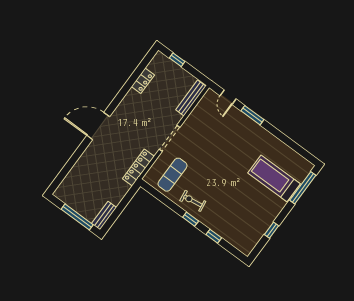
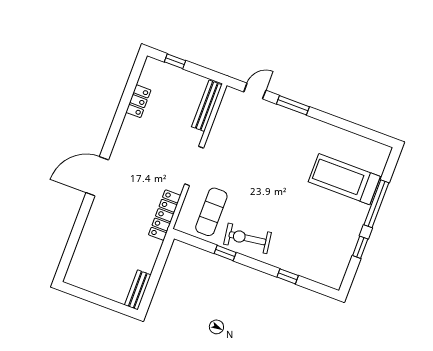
door: (228, 97) -> (255, 91), swing flipped
window: (303, 188) -> (376, 204), moved
exercise bike: (193, 201) -> (247, 238), width x1.38, depth x1.39
window: (77, 217) -> (104, 302), removed
window: (191, 219) -> (225, 253), moved

